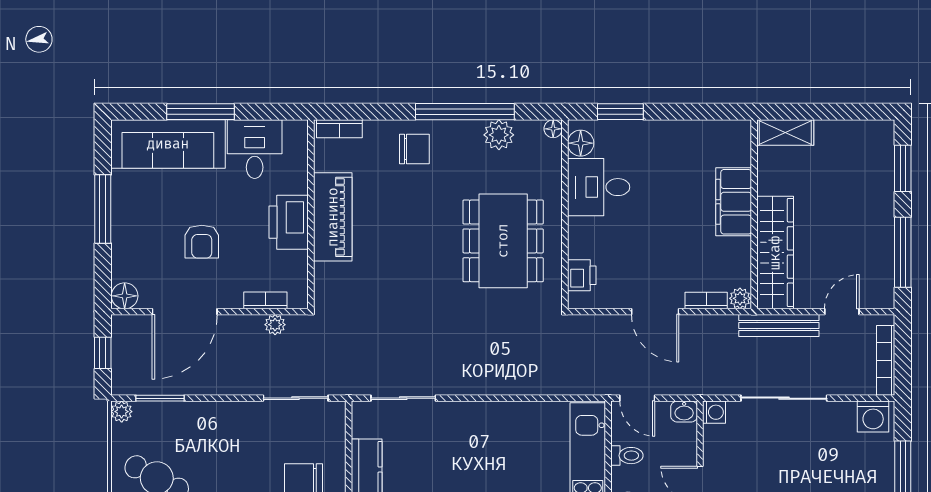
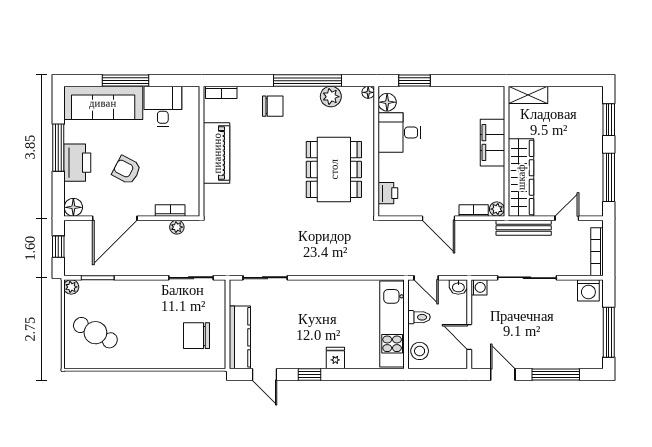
printer: (289, 222) -> (77, 163), moved, turned 180
armchair: (202, 242) -> (126, 170), turned 118

